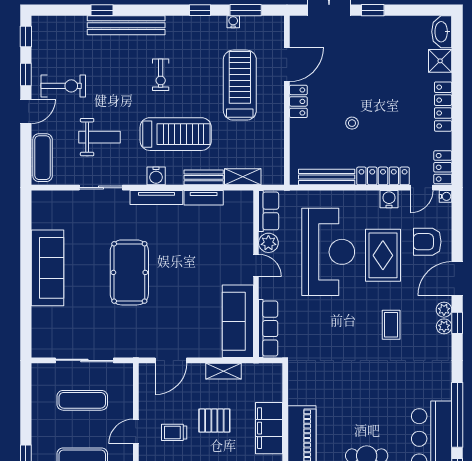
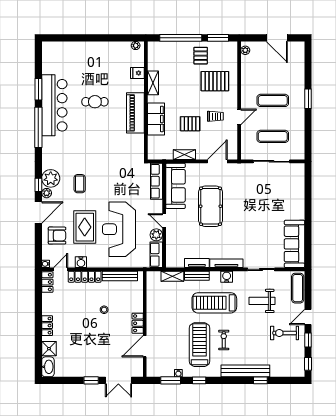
treadmill: (240, 85) -> (199, 345), moved, turned 180
locker: (443, 107) -> (47, 326), width x0.66
sofa: (47, 268) -> (295, 244), moved
pool table: (129, 272) -> (210, 206), moved
plant: (444, 326) -> (51, 178), width x1.87, depth x1.87

